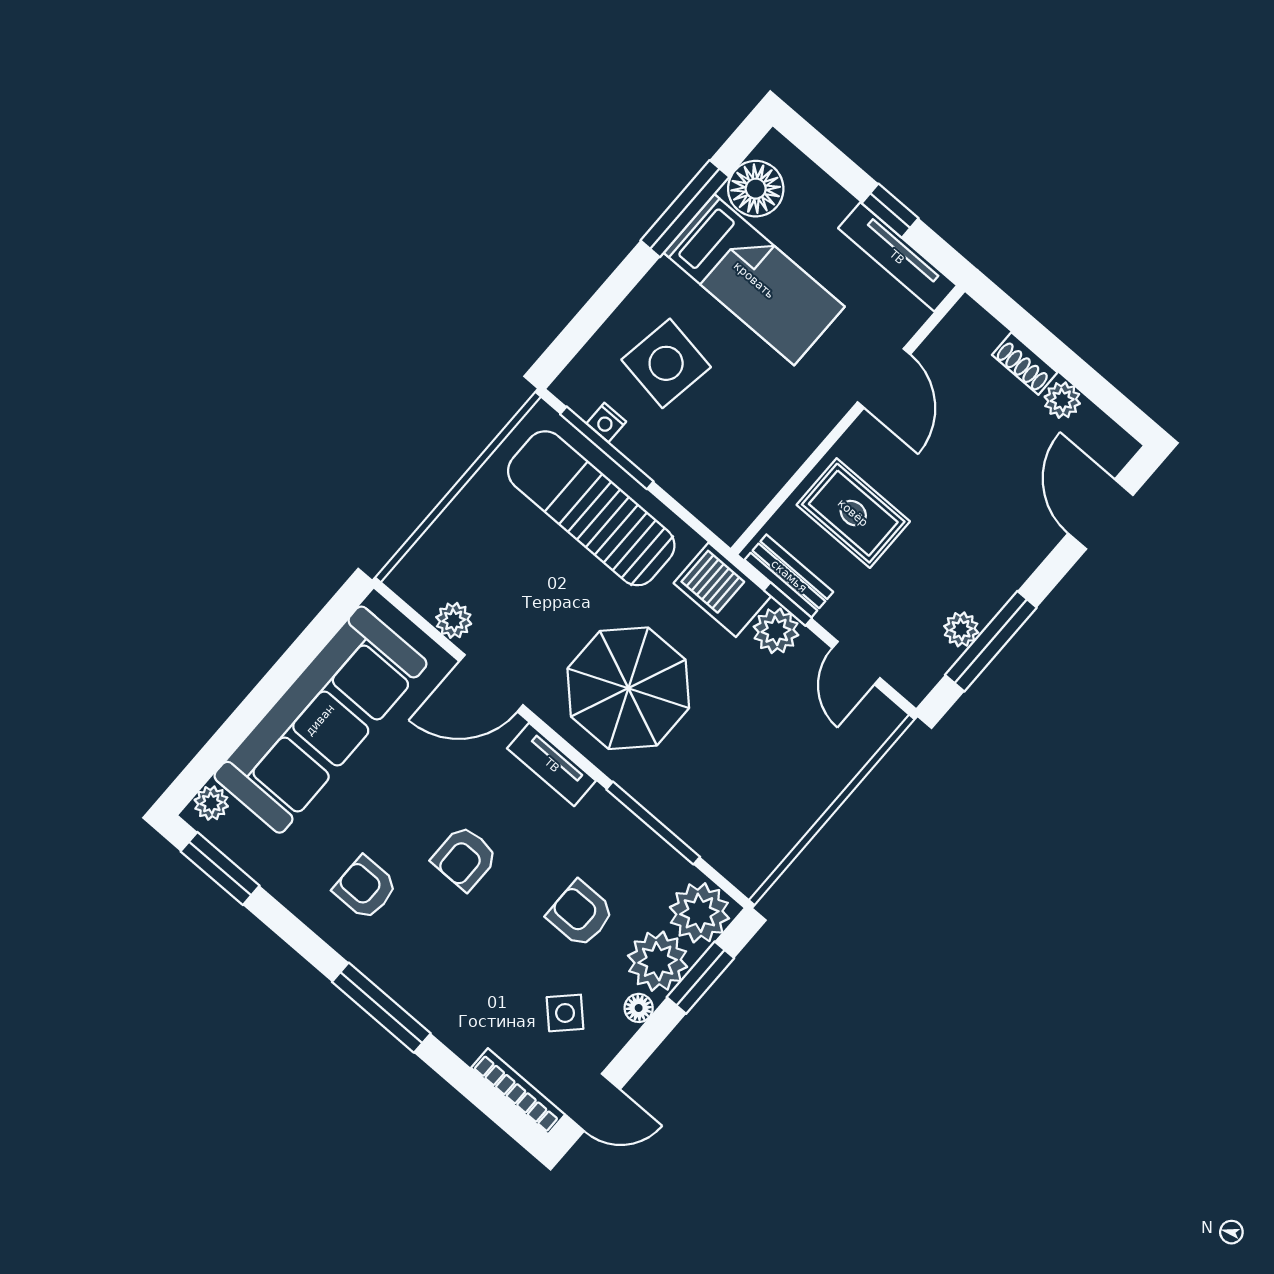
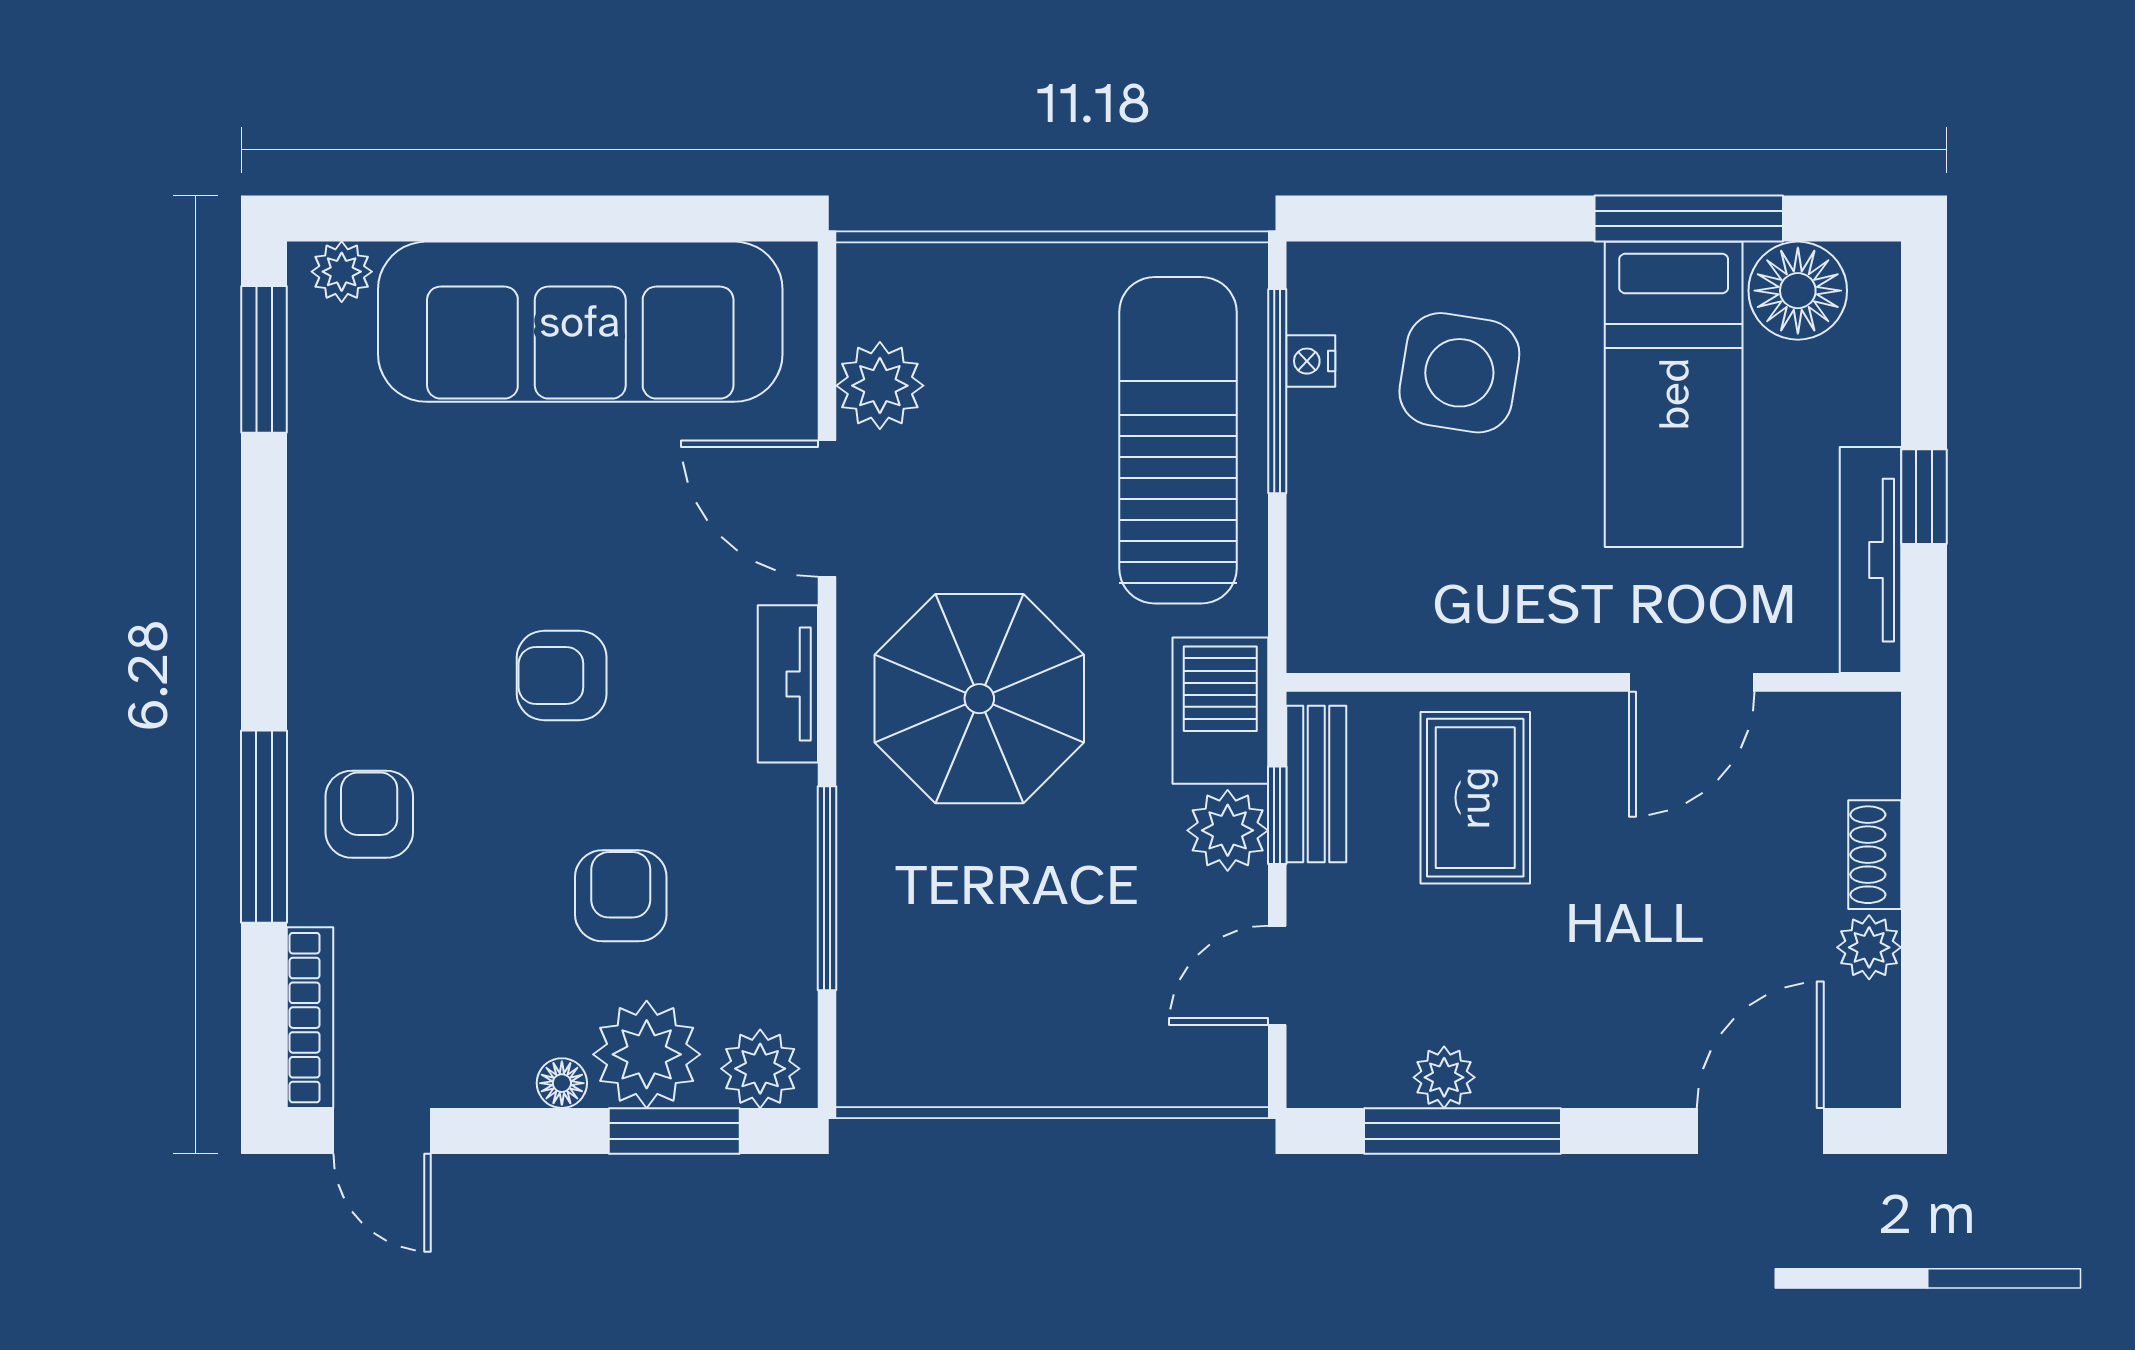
plant: (454, 620) -> (880, 386), width x1.38, depth x1.38
armchair: (365, 888) -> (369, 814), moved
plant: (699, 913) -> (760, 1069), width x0.73, depth x0.73
window: (381, 1008) -> (264, 827), moved
side table: (565, 1013) -> (470, 990), removed

